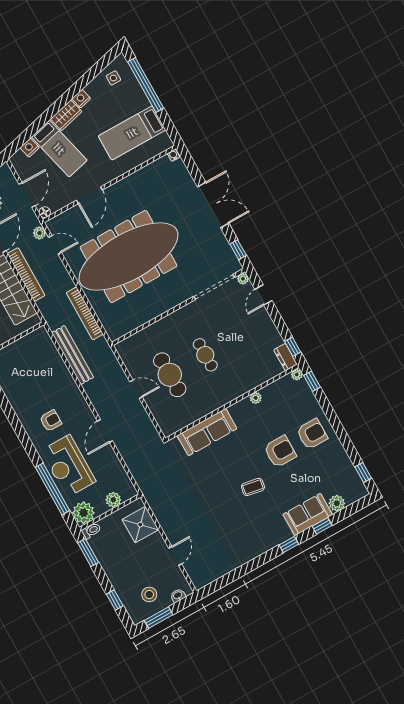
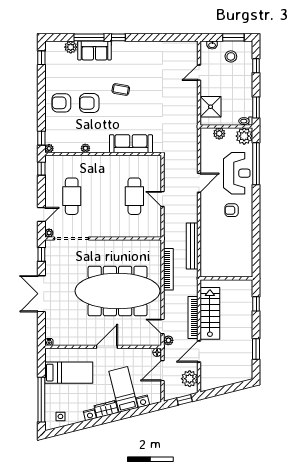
door: (89, 195) -> (107, 347), moved
cafe table: (205, 355) -> (72, 196), moved, width x1.37, depth x1.35
dresser: (285, 357) -> (50, 164), removed
window: (322, 526) -> (89, 37), width x2.17

